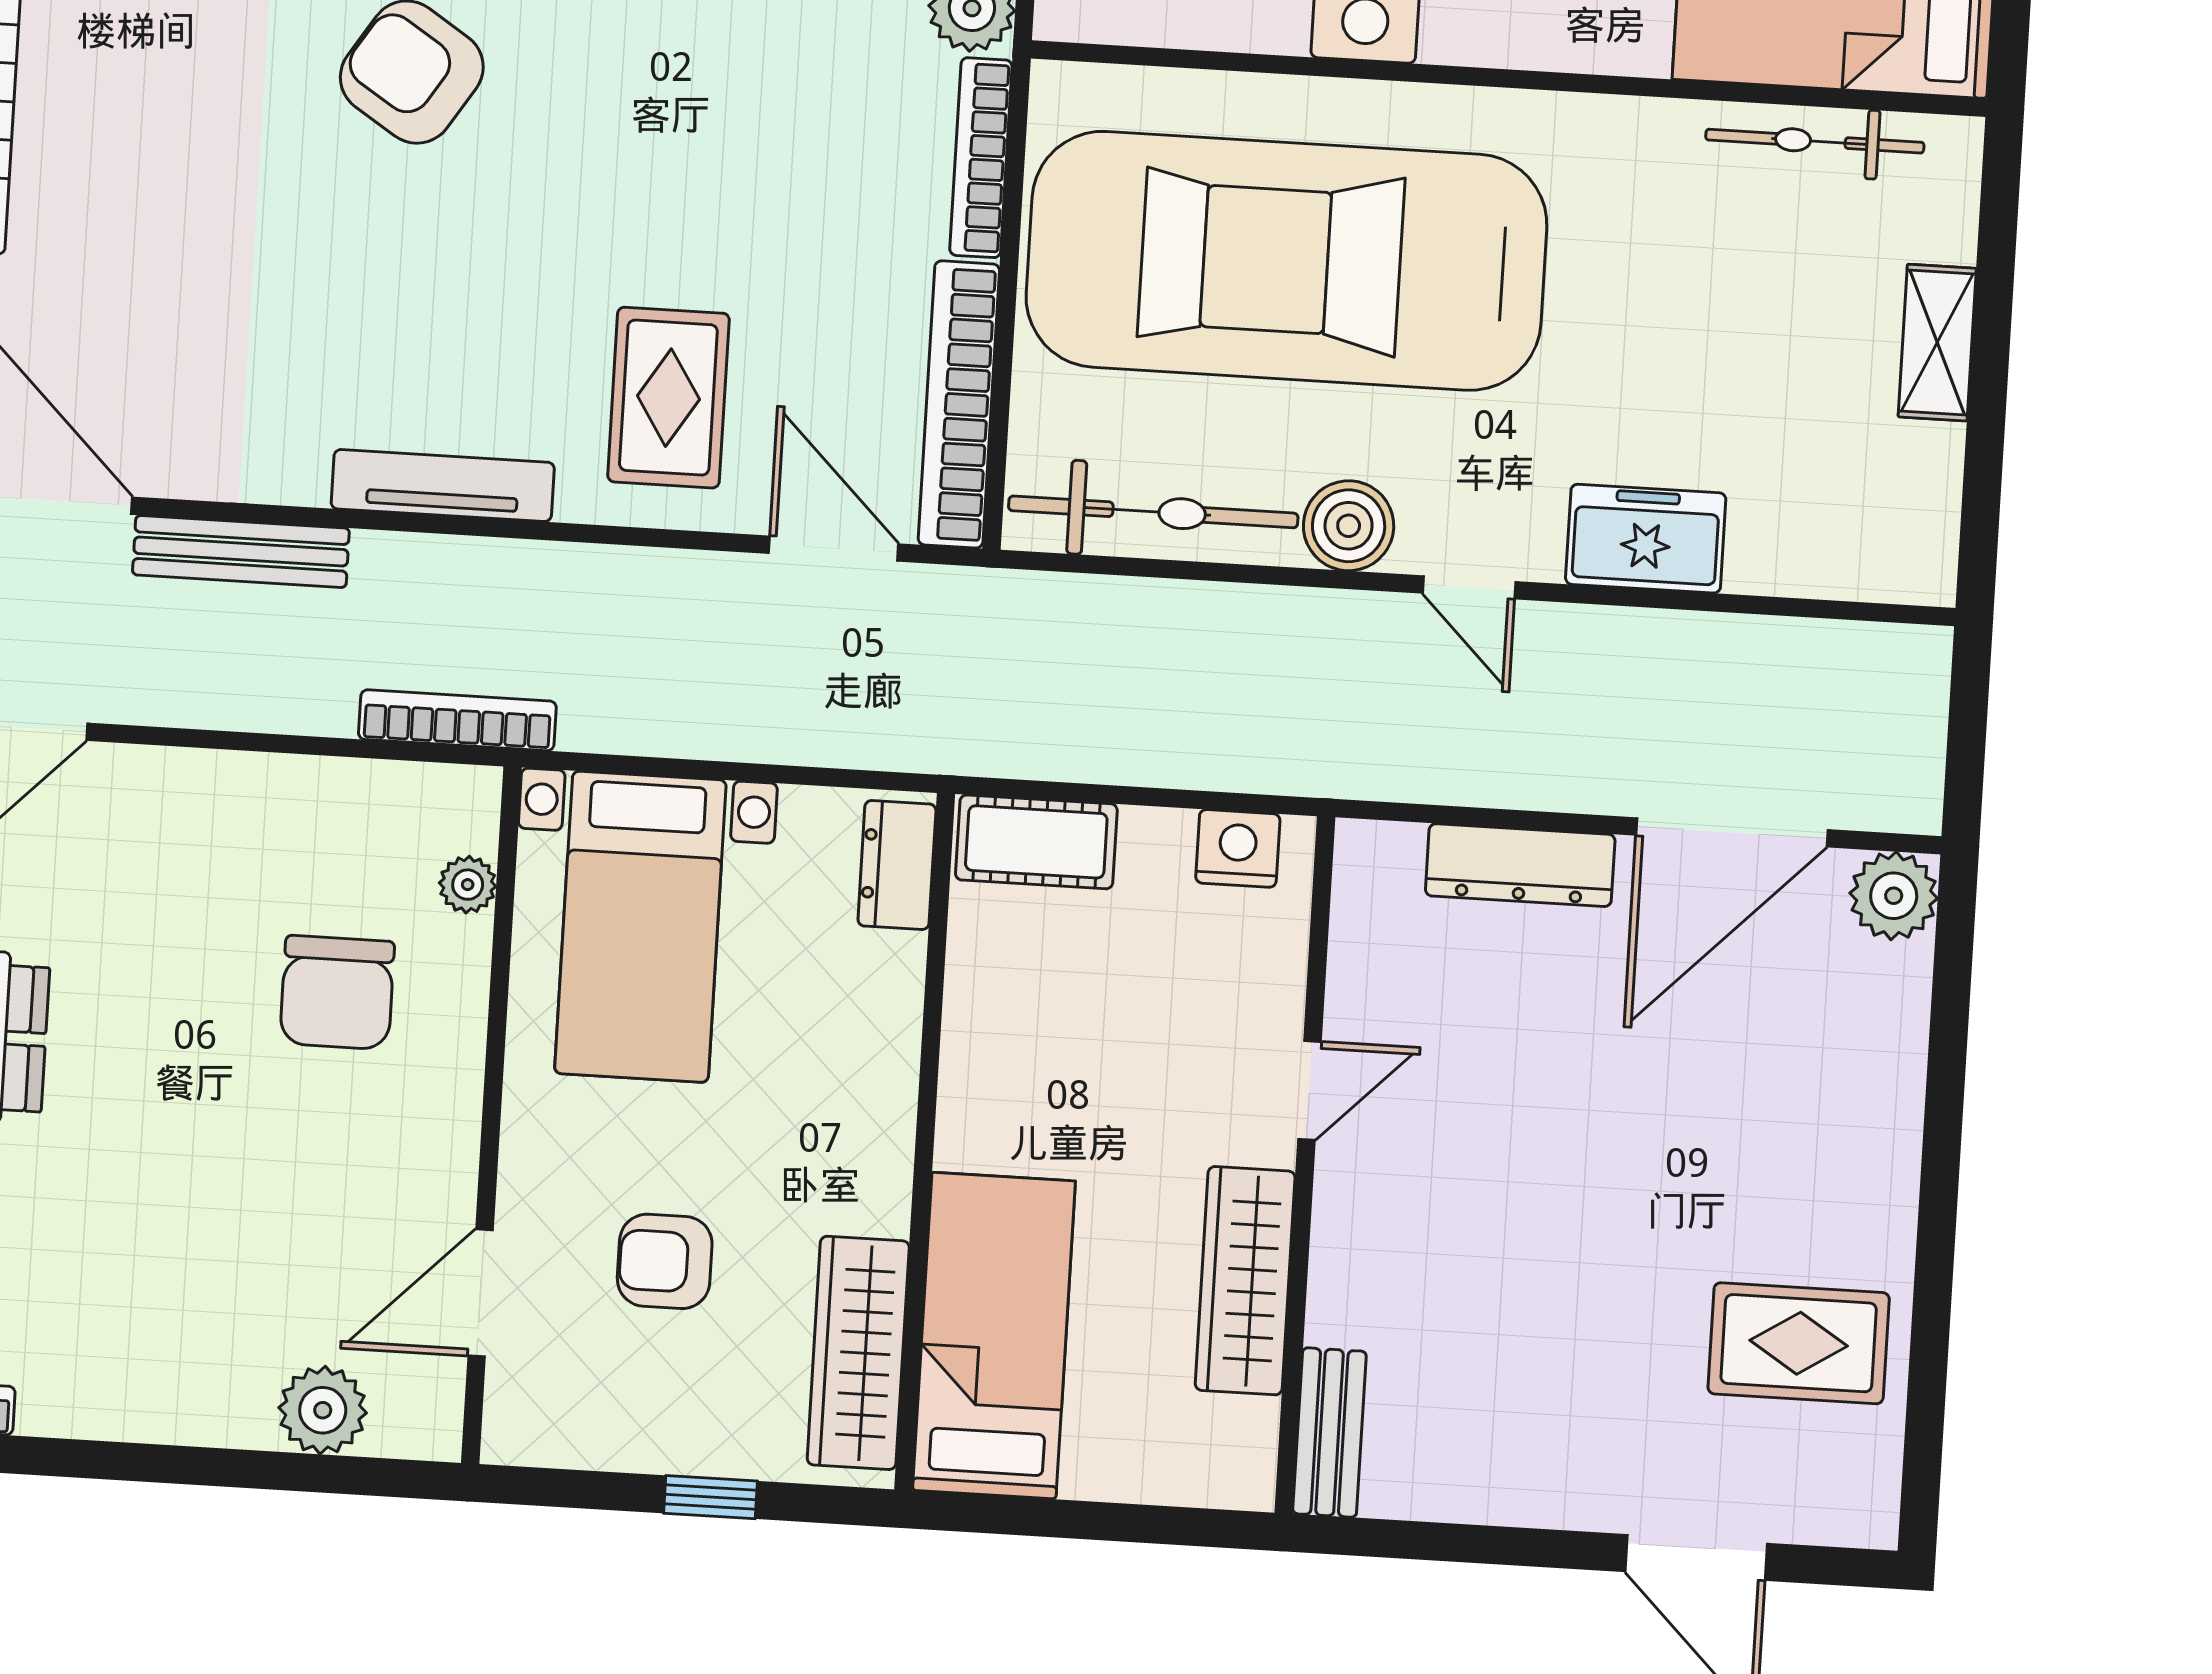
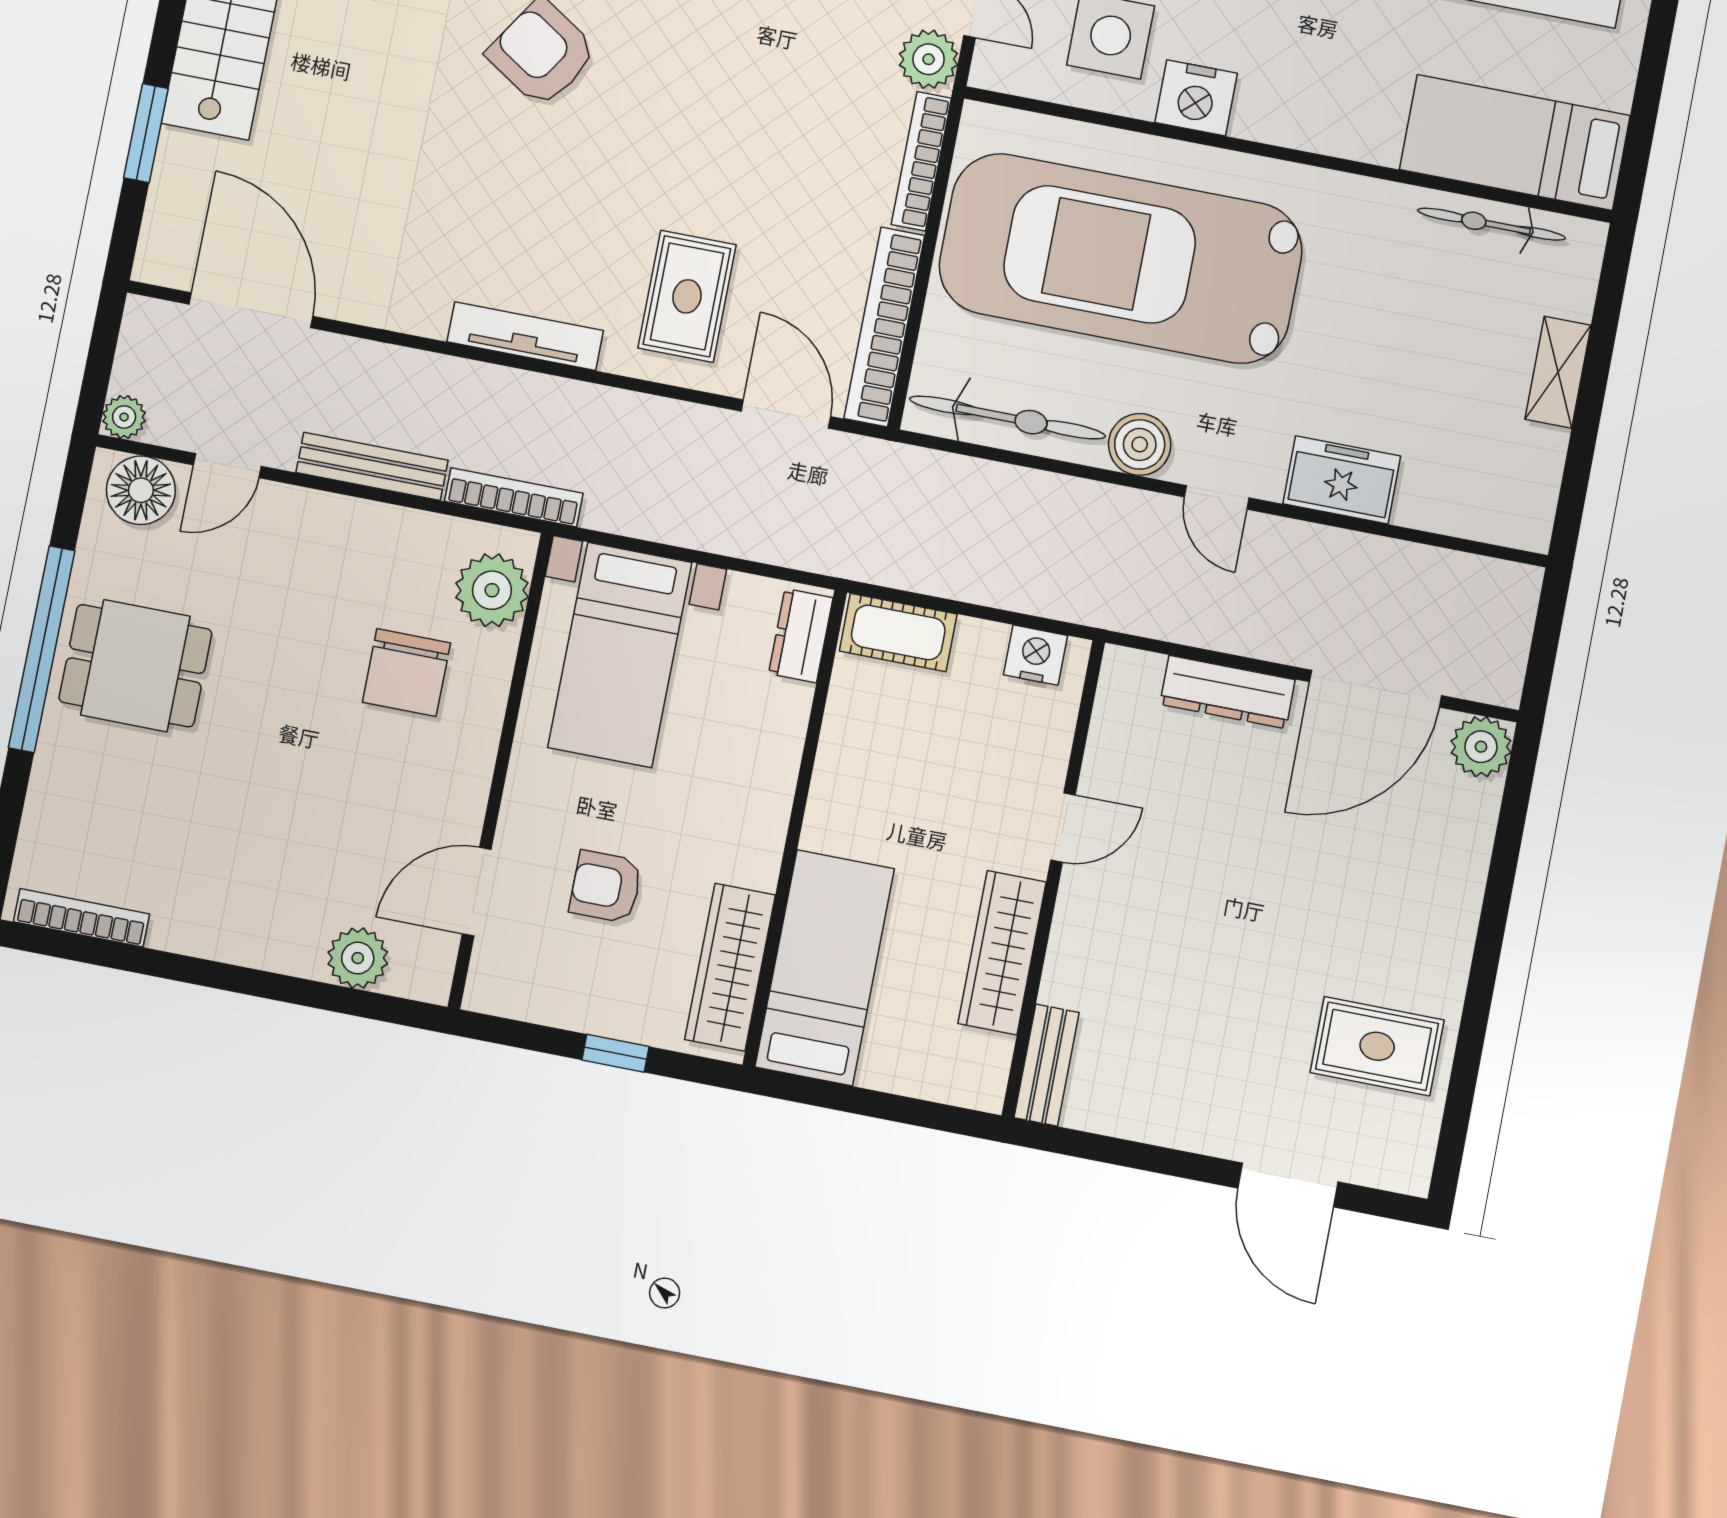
bench: (241, 551) -> (372, 466), moved
plant: (468, 885) -> (492, 590), width x1.88, depth x1.88

